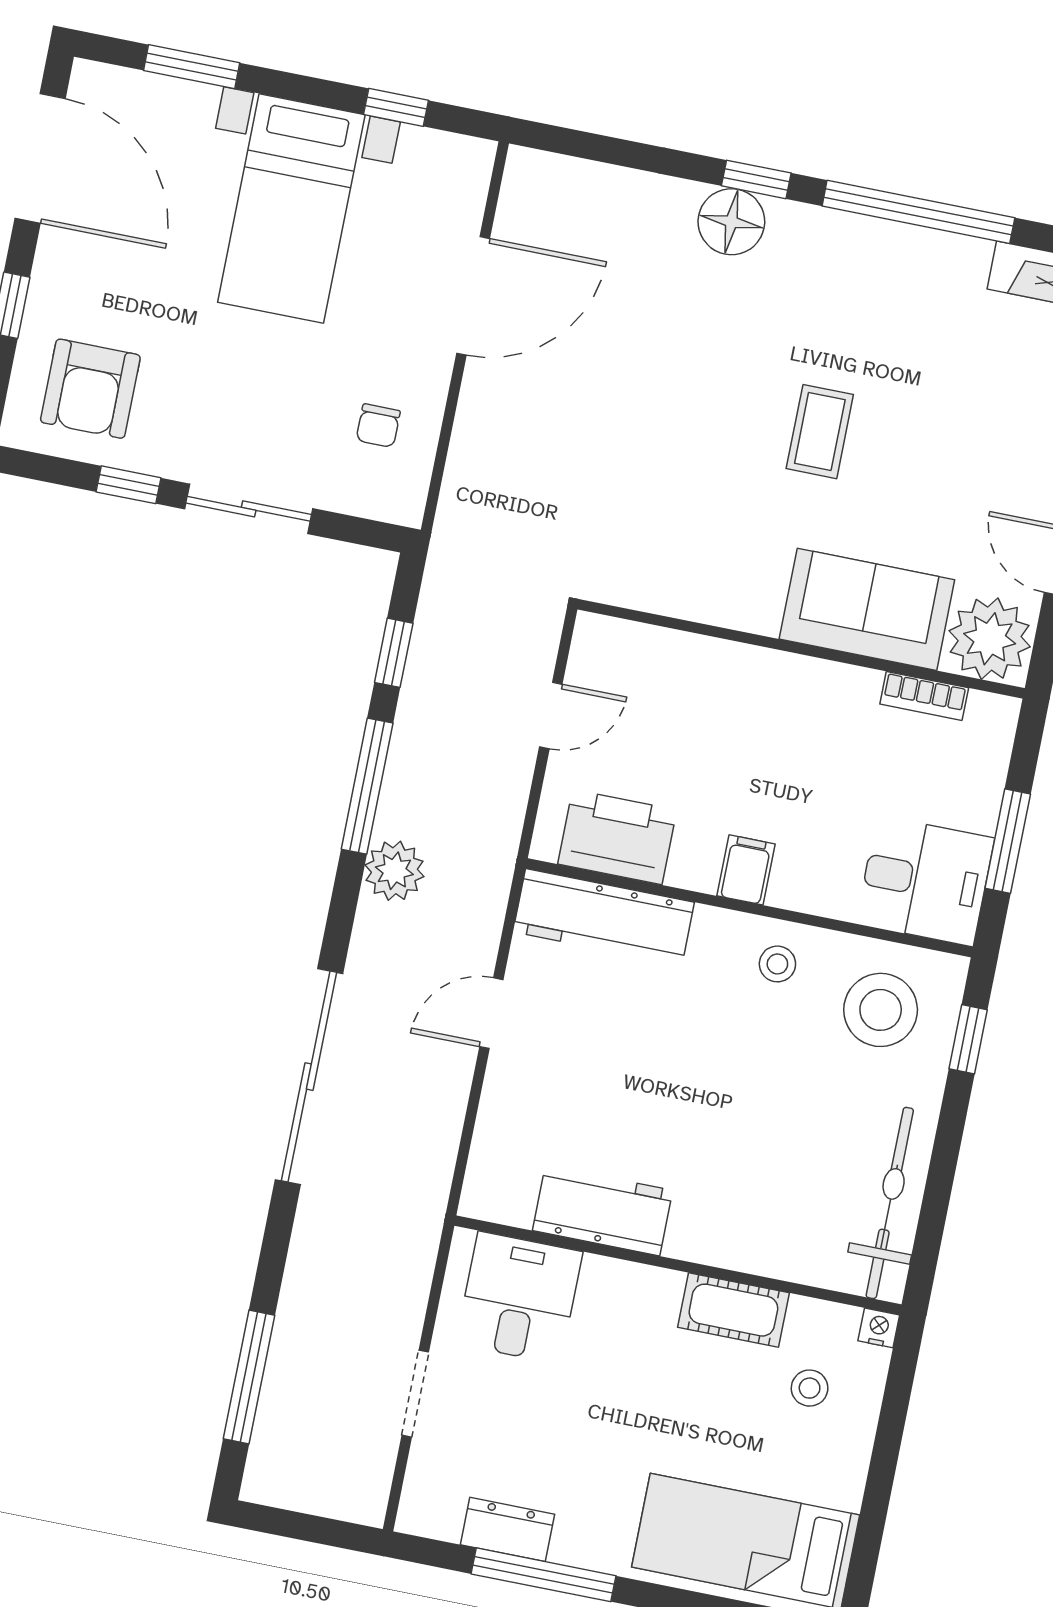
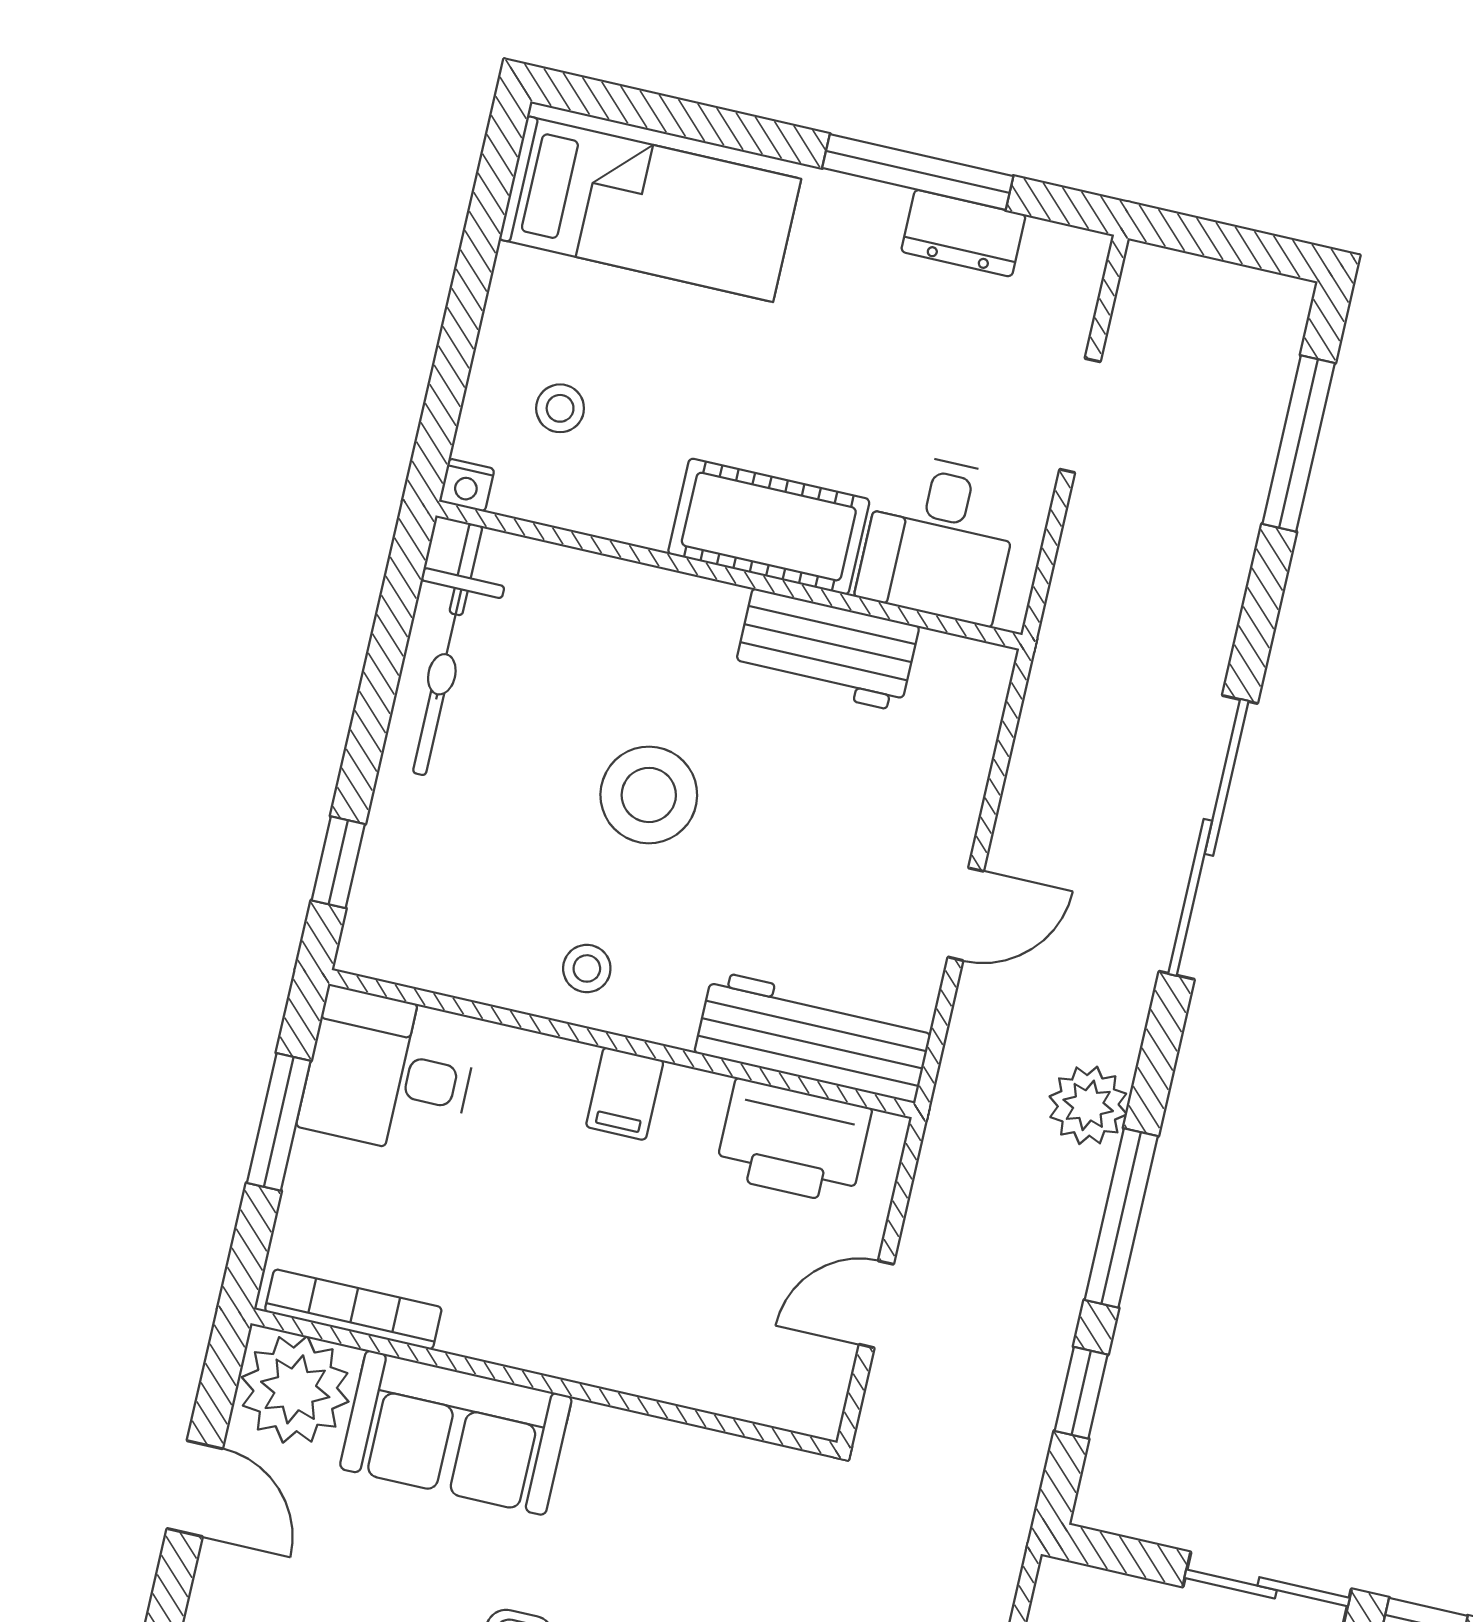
bookcase: (924, 696) -> (353, 1309), width x1.56
stool: (881, 1010) -> (649, 795), moved
cot: (733, 1310) -> (769, 527), moved, width x1.37, depth x1.34

